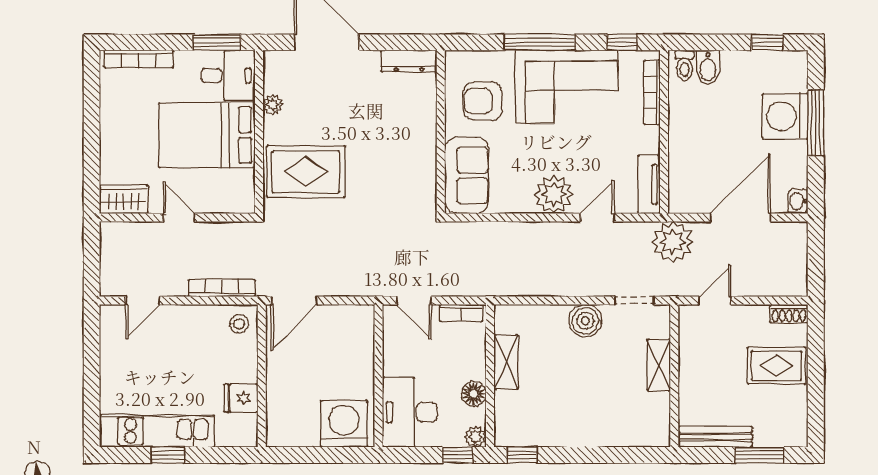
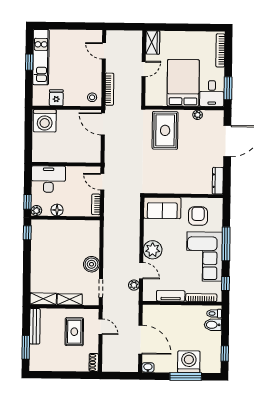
tv unit: (649, 184) -> (171, 296), moved
plant: (673, 242) -> (134, 285), moved, width x0.53, depth x0.53
door: (414, 301) -> (102, 182), hinge flipped
shelving: (506, 362) -> (43, 299), moved
rug: (776, 366) -> (74, 332), moved
washing machine: (344, 424) -> (45, 121), moved, turned 90

